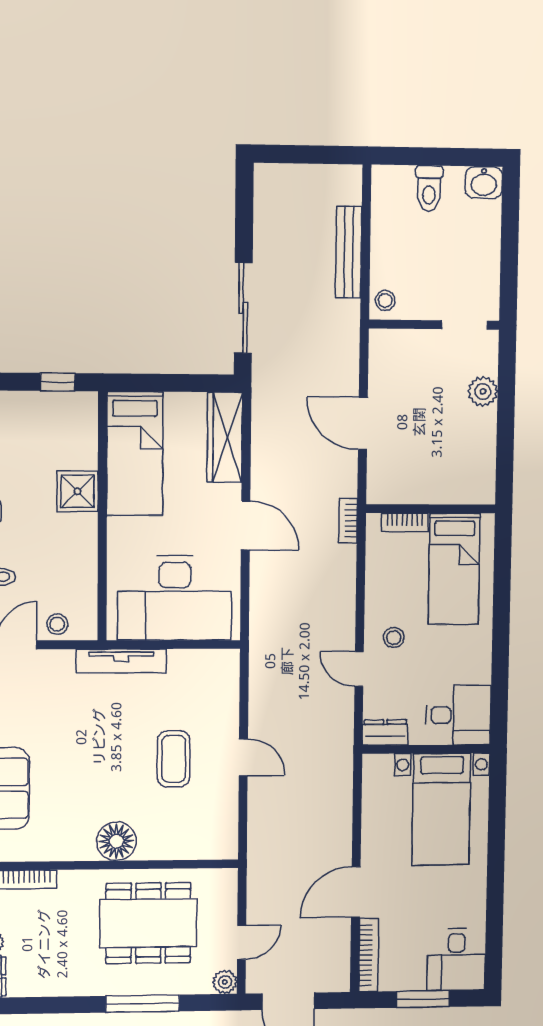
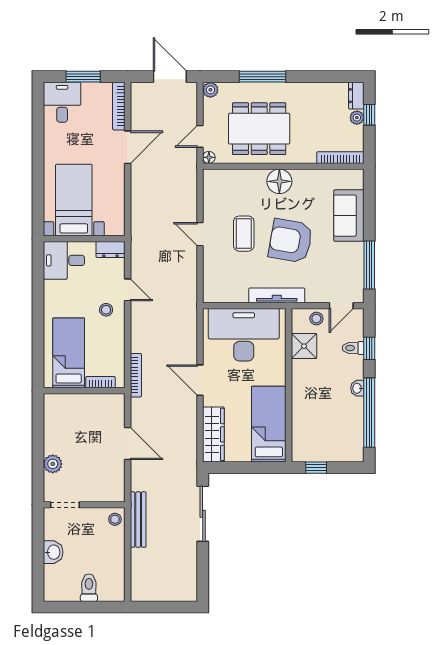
washbasin: (484, 182) -> (53, 552), moved, turned 90
bench: (349, 252) -> (138, 520), moved
shower: (77, 491) -> (304, 346), moved
bookcase: (348, 521) -> (136, 375), width x1.56
armchair: (99, 748) -> (291, 241), added
floor lamp: (228, 878) -> (209, 157), added
door: (242, 943) -> (200, 136), moved

